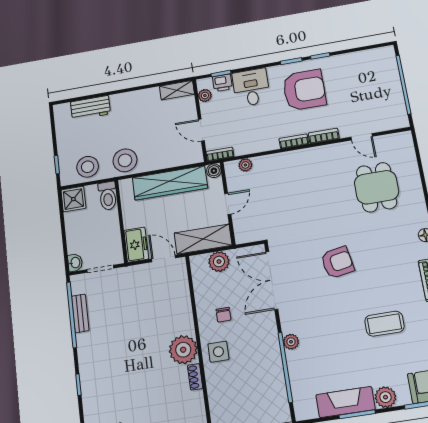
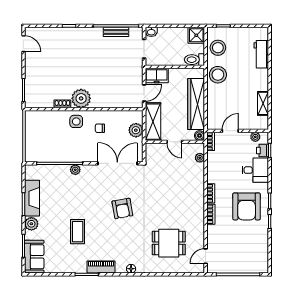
shelving: (177, 90) -> (263, 103), moved
door: (362, 137) -> (206, 256), moved

